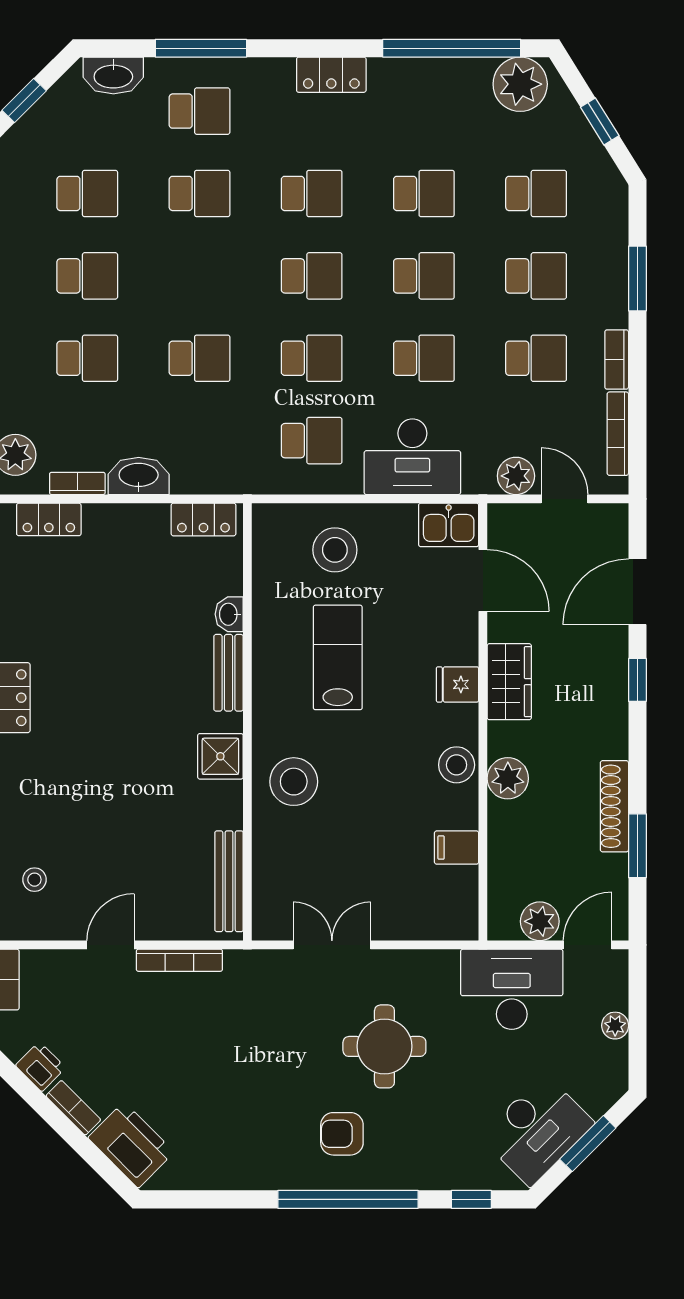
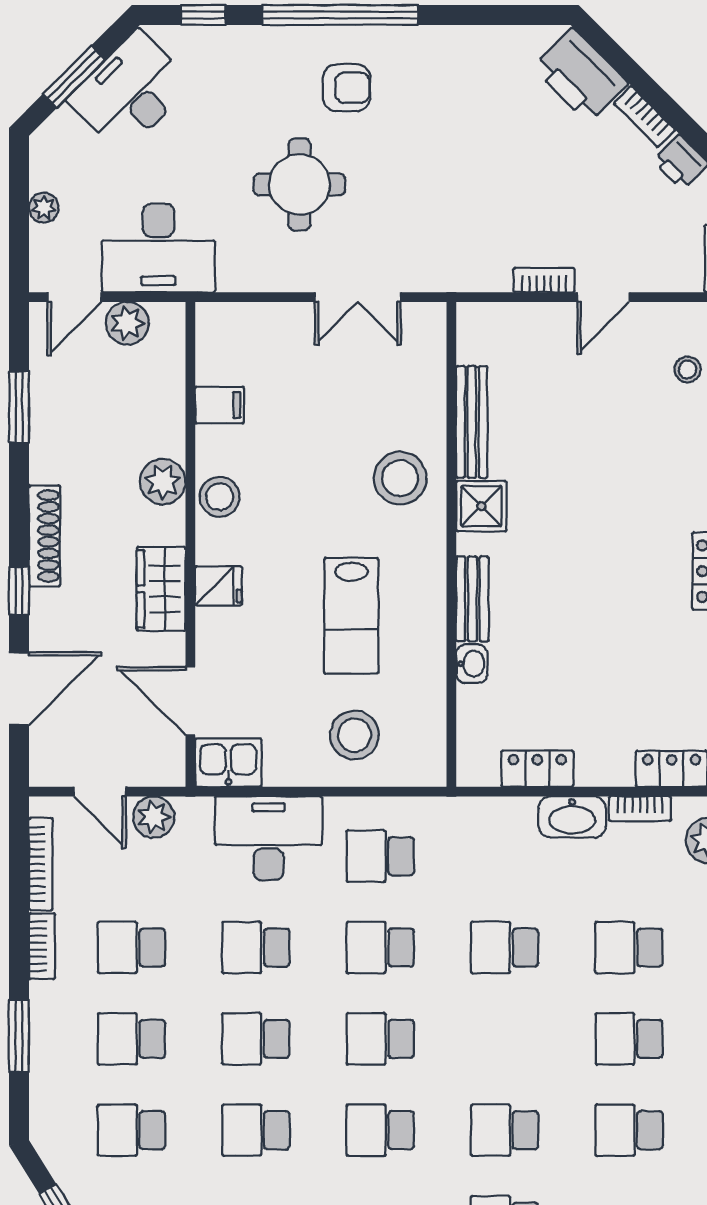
locker: (203, 520) -> (537, 769), moved
shoe rack: (614, 806) -> (44, 536), moved
bench: (229, 881) -> (472, 422), moved
bookcase: (179, 960) -> (544, 280), width x0.64

